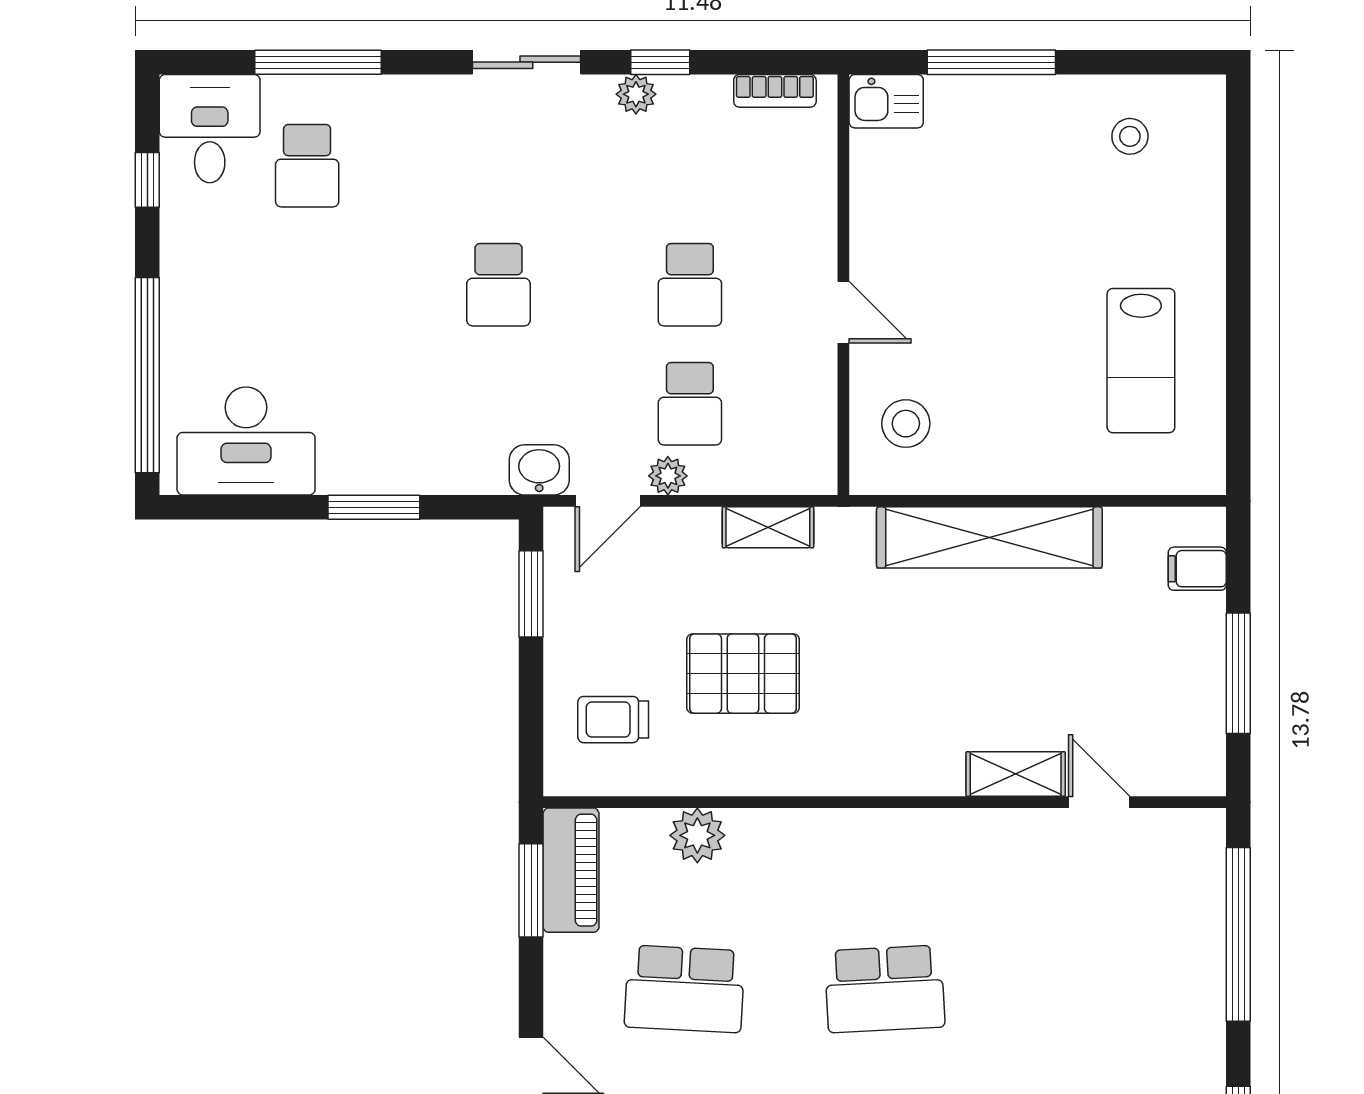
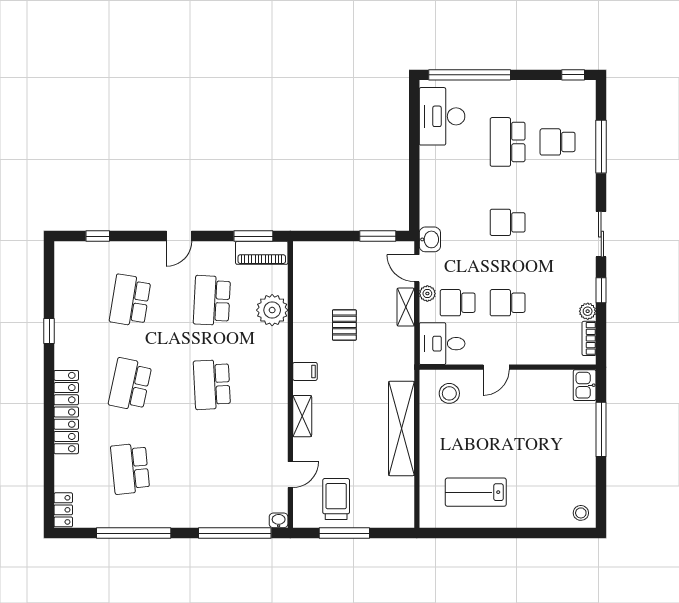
plant: (636, 94) -> (588, 311), moved
desk: (210, 129) -> (442, 344), moved, turned 180
stool: (1130, 136) -> (581, 513), moved
window: (147, 180) -> (573, 75), moved
school desk: (307, 285) -> (508, 142), added
window: (374, 507) -> (414, 170), removed
shelving: (768, 527) -> (406, 307), moved
filing cabinet: (1197, 569) -> (305, 371), moved, turned 90
pallet: (743, 674) -> (344, 325), width x0.67, depth x0.71
trolley: (613, 720) -> (336, 499), moved, width x1.36, depth x1.39
shelving: (1016, 774) -> (302, 416), moved
washbasin: (1208, 830) -> (279, 520), added
plant: (697, 835) -> (272, 310), width x1.36, depth x1.36

